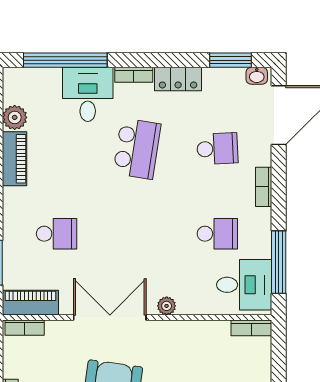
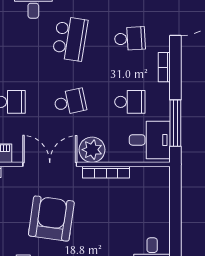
school desk: (137, 234) -> (70, 102), added
plant: (167, 306) -> (92, 150), width x1.87, depth x1.87
bookcase: (251, 328) -> (106, 172), moved, width x1.56

